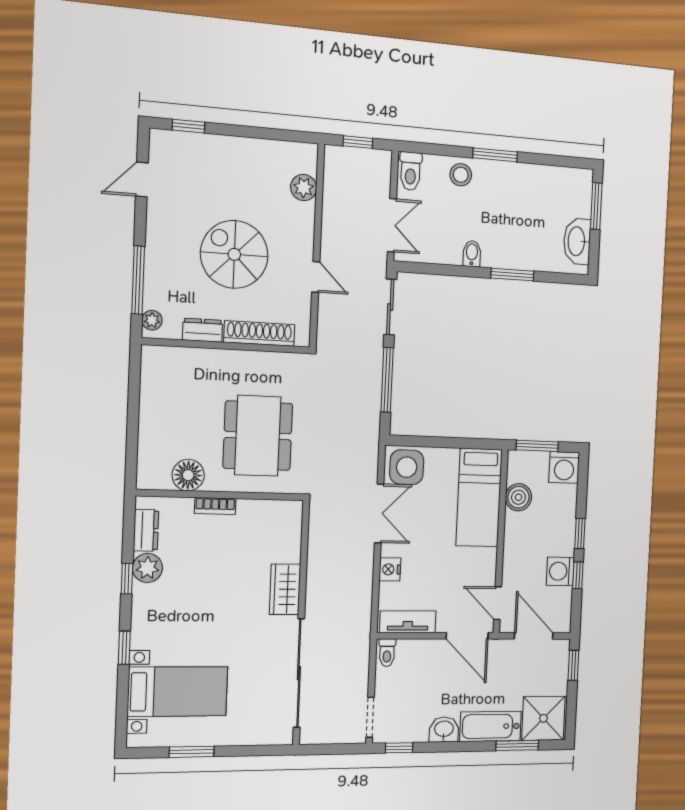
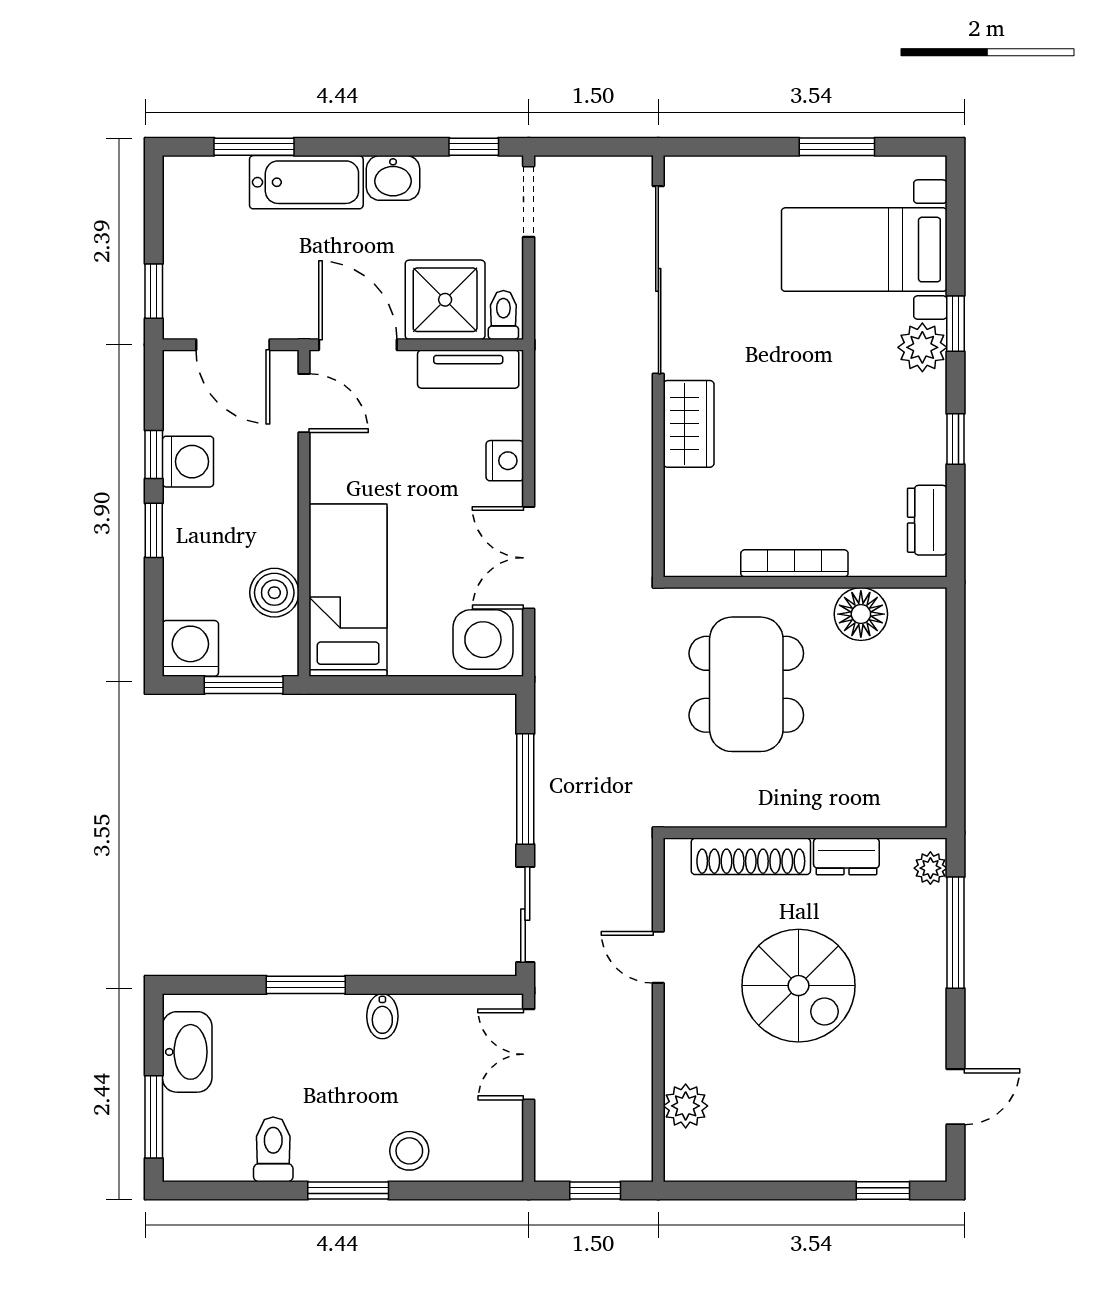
toilet: (411, 171) -> (273, 1149), moved
bookcase: (215, 506) -> (794, 563), width x1.56
plant: (148, 568) -> (922, 347), moved
shower: (543, 718) -> (445, 300), moved

